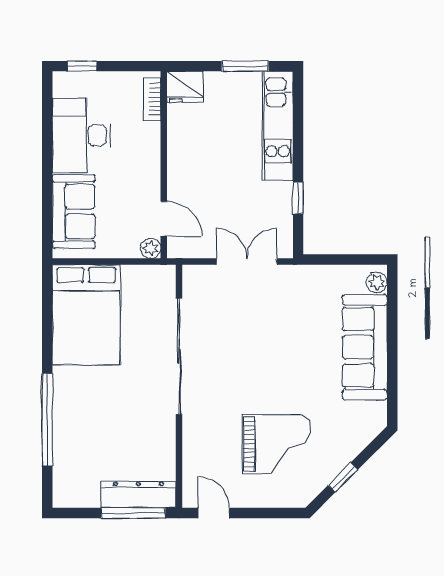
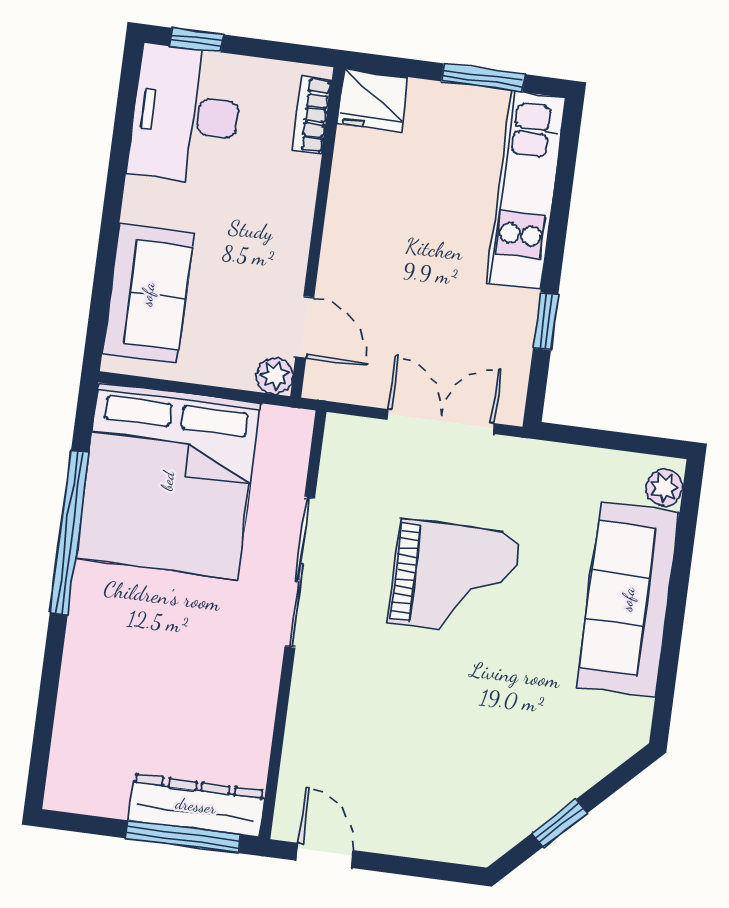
desk: (82, 135) -> (186, 114), moved
bed: (86, 315) -> (168, 481), width x1.36
sliding door: (179, 356) -> (300, 572), width x0.73
window: (47, 420) -> (69, 533), moved
grand piano: (277, 444) -> (454, 578), moved

